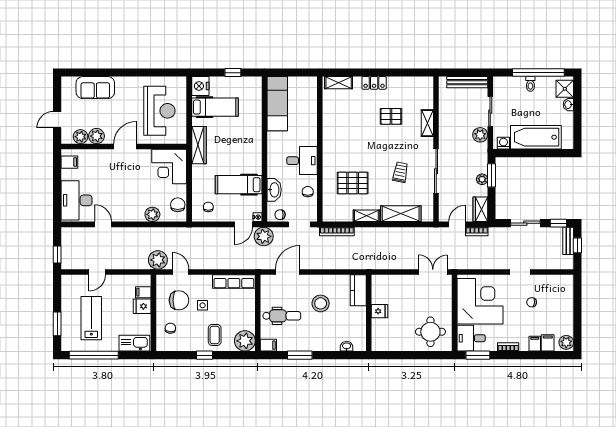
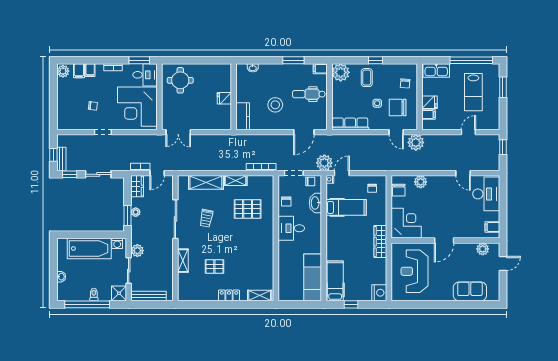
shower: (565, 89) -> (119, 293), moved
hospital bed: (215, 107) -> (335, 281), moved, turned 90
plant: (97, 136) -> (469, 249), removed

